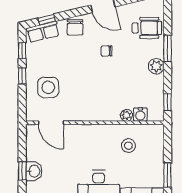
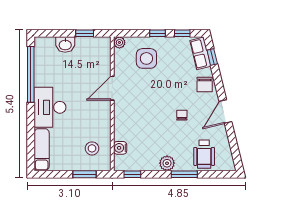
chair: (75, 27) -> (205, 85), turned -90
plant: (127, 115) -> (119, 42), moved
door: (51, 123) -> (112, 88), moved
stool: (128, 146) -> (92, 148), moved
window: (22, 171) -> (85, 33), moved
window: (168, 175) -> (84, 174), moved

